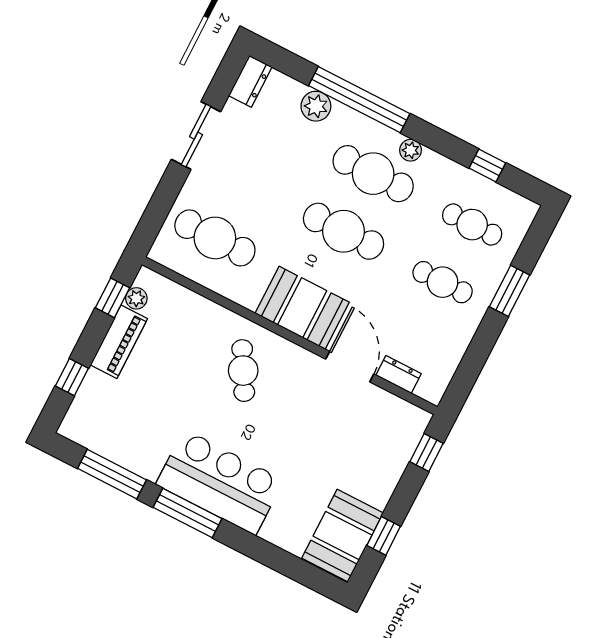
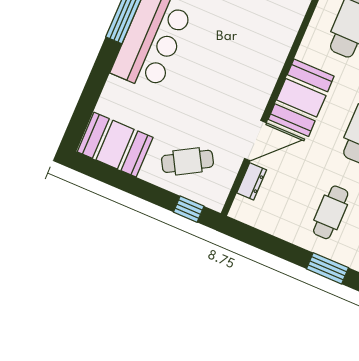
cafe table: (243, 371) -> (187, 161), moved
window: (384, 536) -> (117, 179), removed

